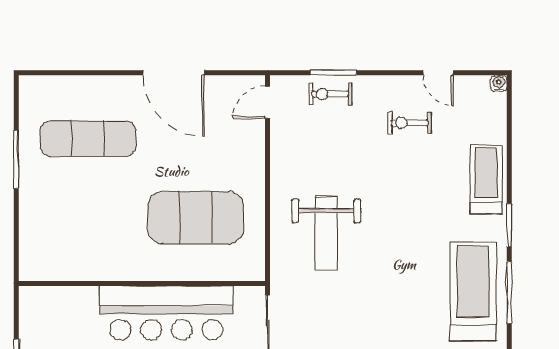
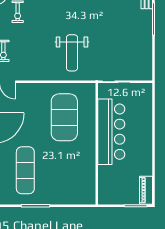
weight bench: (326, 233) -> (72, 53), turned 90

